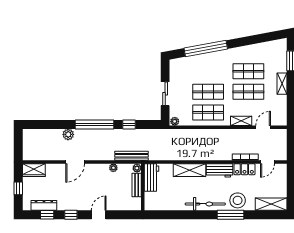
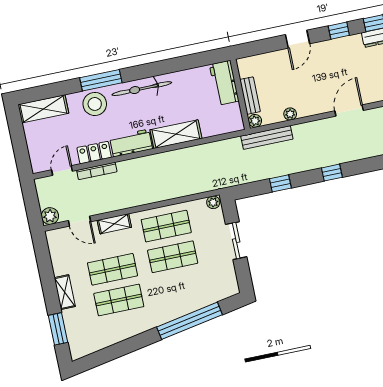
window: (94, 125) -> (332, 173), width x0.32
door: (263, 127) -> (79, 221), hinge flipped
plant: (68, 134) -> (50, 216), moved
workbench: (152, 177) -> (224, 83), moved

